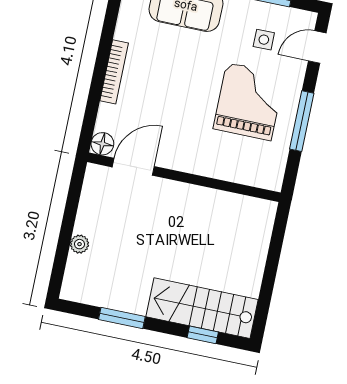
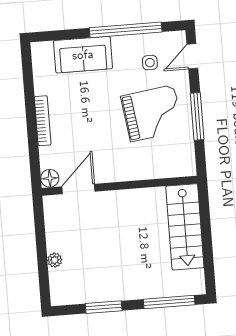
grand piano: (249, 102) -> (152, 113), turned 82
stairs: (202, 308) -> (185, 227), moved, turned -90
window: (203, 335) -> (169, 302), width x2.17

